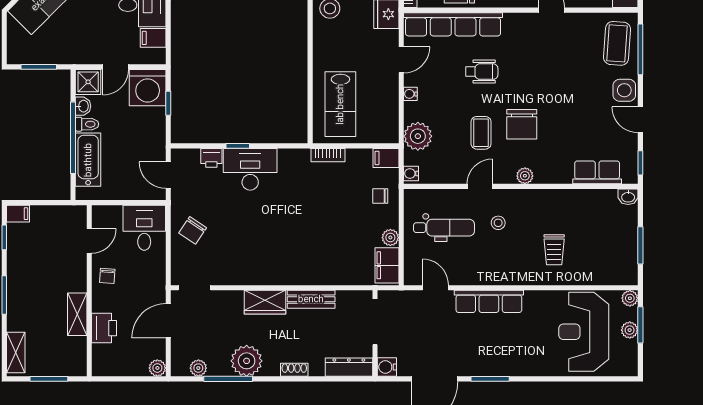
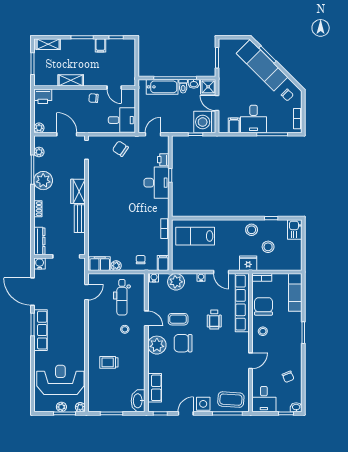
plant: (525, 176) -> (157, 345), width x1.88, depth x1.88
washbasin: (628, 197) -> (138, 401), width x1.91, depth x1.45
filing cabinet: (18, 214) -> (100, 45), moved
row of seats: (489, 301) -> (41, 330), moved, turned 180
printer: (104, 328) -> (43, 96), moved

